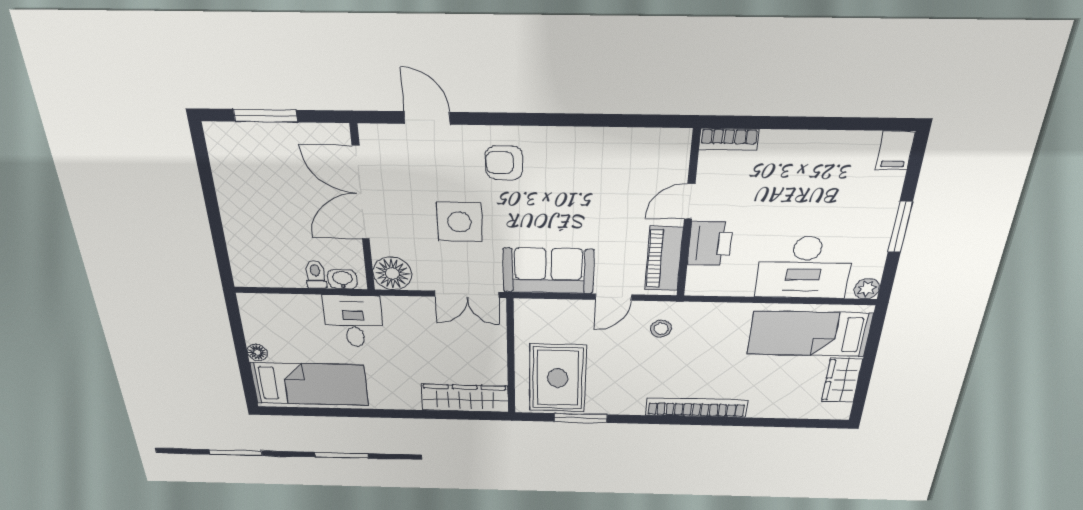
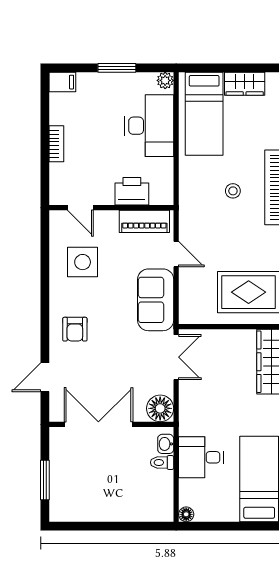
bookcase: (729, 139) -> (56, 144), moved
double door: (361, 193) -> (98, 424), swing flipped
door: (690, 202) -> (80, 208), moved
side table: (459, 222) -> (83, 262), moved
desk: (354, 321) -> (201, 457), moved
stool: (661, 329) -> (233, 191), moved
floor lamp: (257, 352) -> (186, 514), moved

